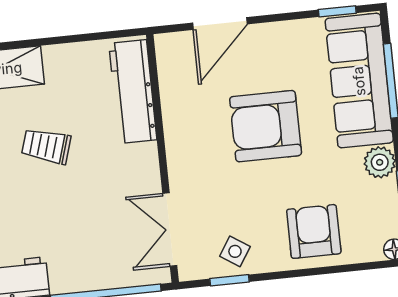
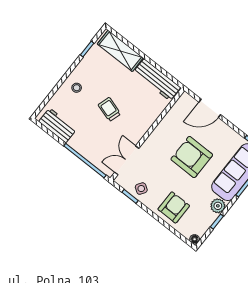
workbench: (133, 92) -> (157, 80), moved, turned -90
trolley: (46, 146) -> (109, 109), moved

